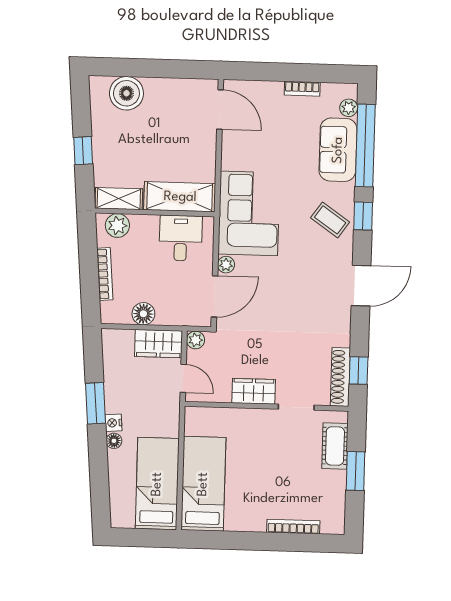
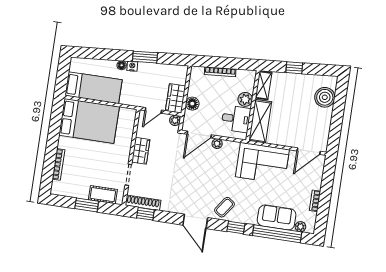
corner sofa: (249, 213) -> (262, 163), moved
coffee table: (330, 220) -> (225, 207), moved
plant: (117, 225) -> (245, 99), moved
door: (214, 296) -> (199, 135), hinge flipped
floor lamp: (143, 314) -> (192, 104), moved
bed: (203, 484) -> (89, 121), width x1.50

